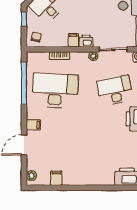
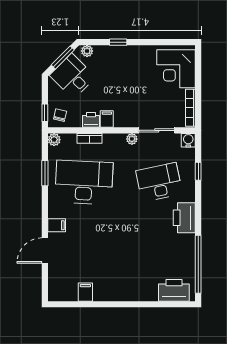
window: (24, 19) -> (45, 113), moved
printer: (86, 41) -> (91, 120), moved
window: (24, 83) -> (45, 173), width x0.47
plant: (31, 176) -> (54, 140), moved

